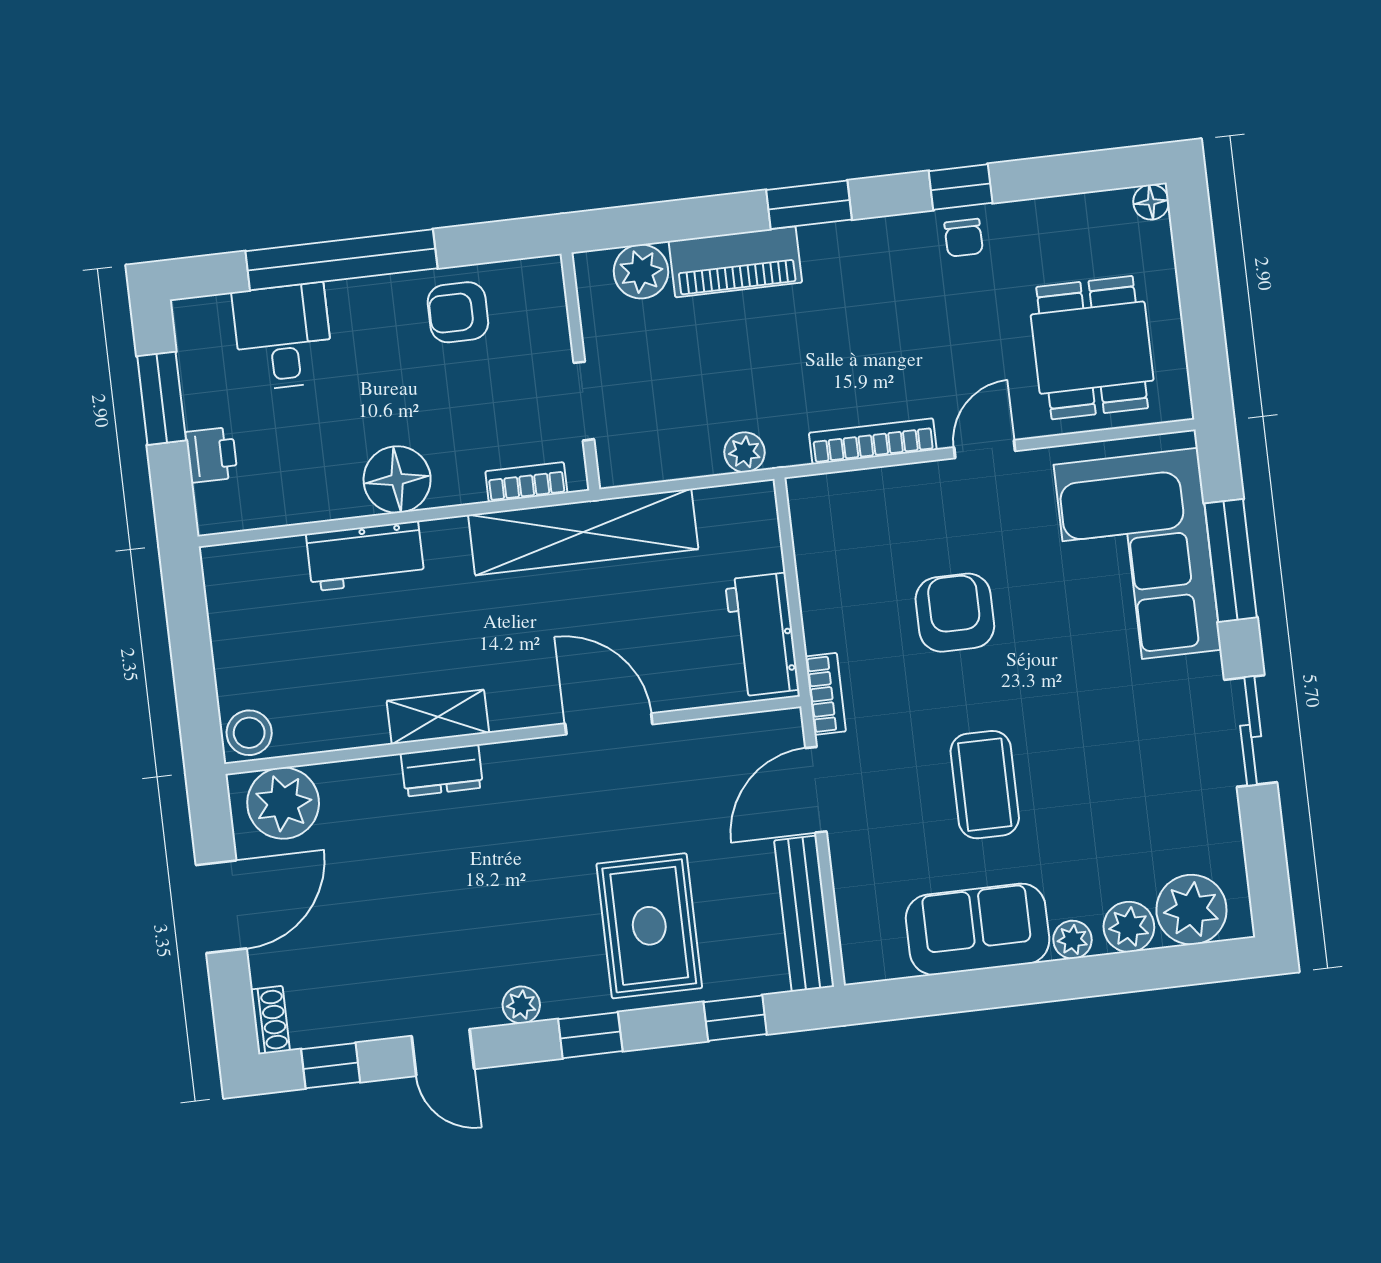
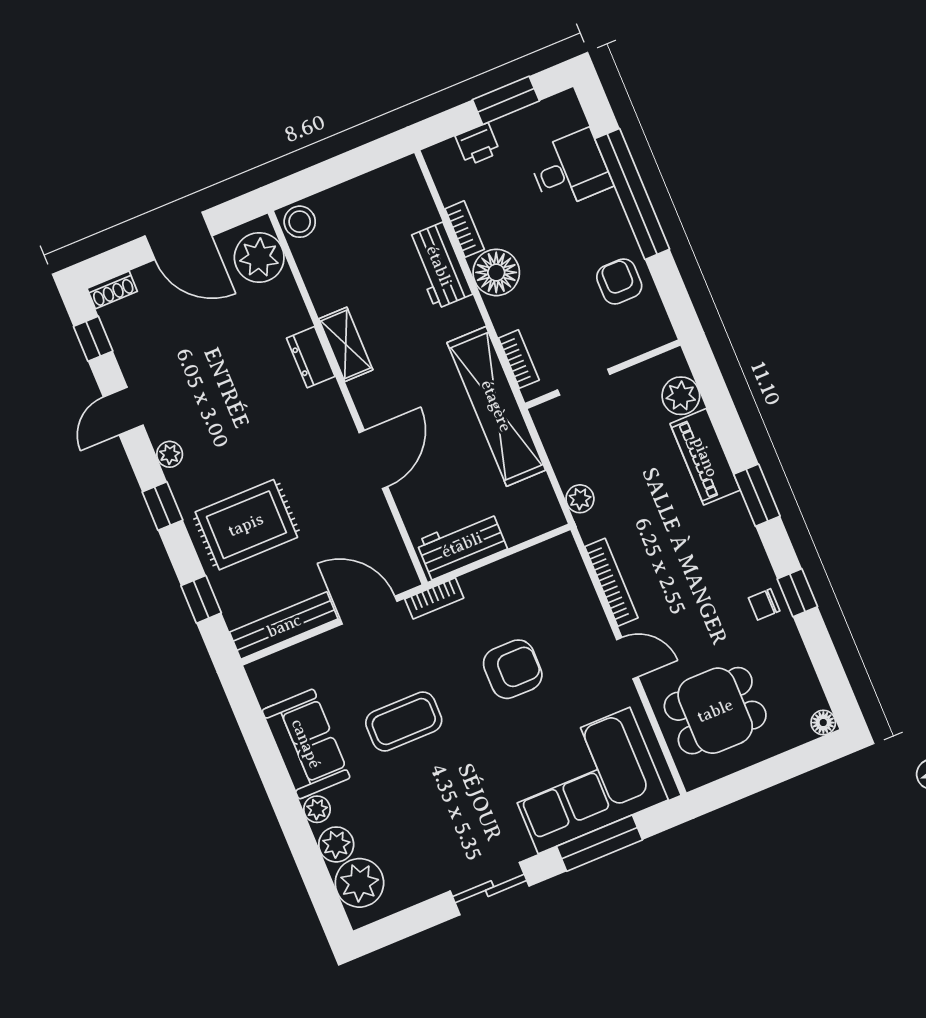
bookcase: (324, 506) -> (465, 229), added

